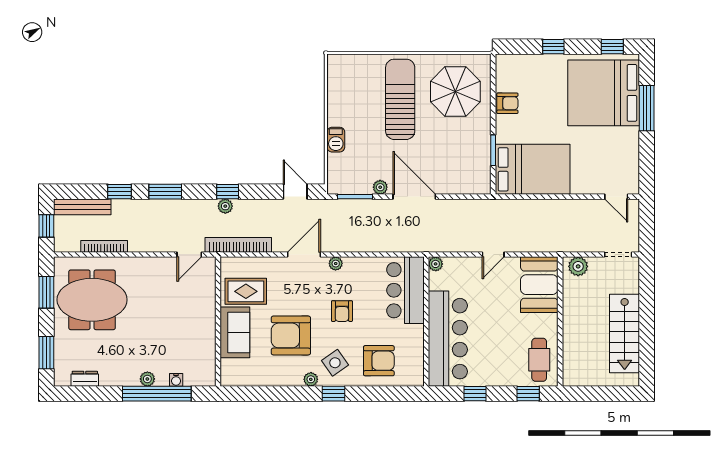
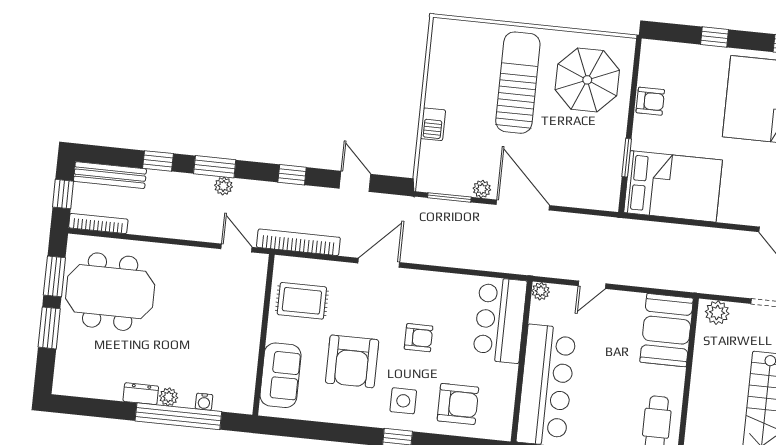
door: (295, 192) -> (355, 181), moved
plant: (225, 206) -> (223, 186), moved
bookcase: (104, 246) -> (98, 224), moved
door: (189, 255) -> (236, 248), swing flipped
door: (493, 255) -> (592, 285), moved
plant: (336, 264) -> (417, 278), removed
armchair: (342, 311) -> (419, 338), turned -90
sofa: (235, 332) -> (280, 375), moved
armchair: (291, 335) -> (352, 361), turned -90
window: (46, 353) -> (49, 328), moved
side table: (335, 363) -> (403, 401), turned 35
dresser: (85, 379) -> (141, 394), moved
plant: (311, 379) -> (371, 418), removed

